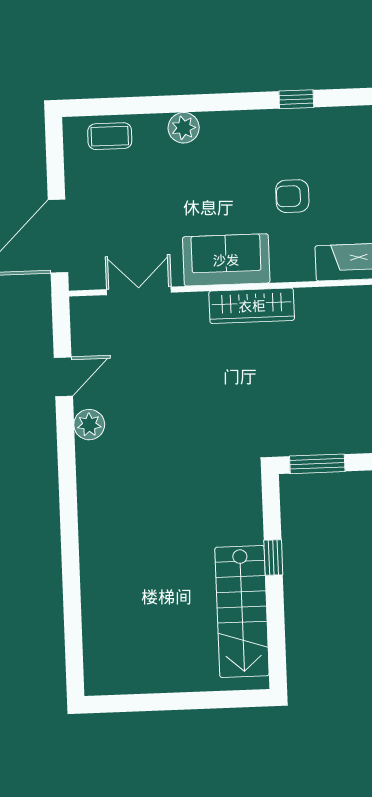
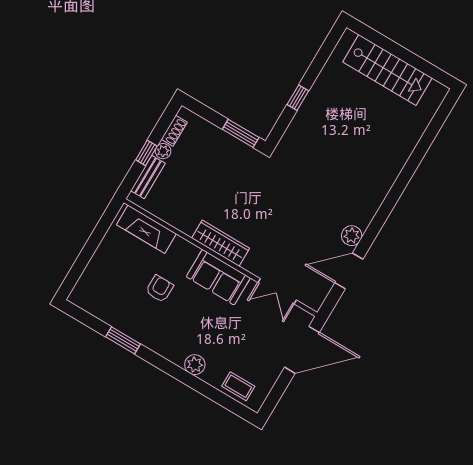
window: (296, 99) -> (123, 340), width x1.50
armchair: (292, 196) -> (159, 289), turned -90
door: (63, 377) -> (349, 271), width x1.38
stairs: (242, 611) -> (387, 70), moved, turned 90

